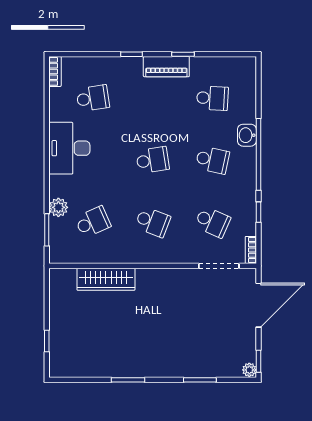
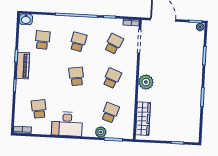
washbasin: (247, 135) -> (26, 19), moved
school desk: (93, 222) -> (110, 113), turned 42
wardrobe: (106, 279) -> (143, 119), moved
plant: (149, 281) -> (146, 82), added

